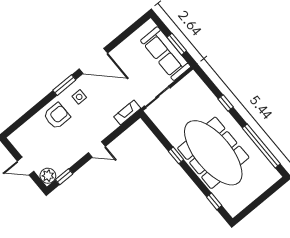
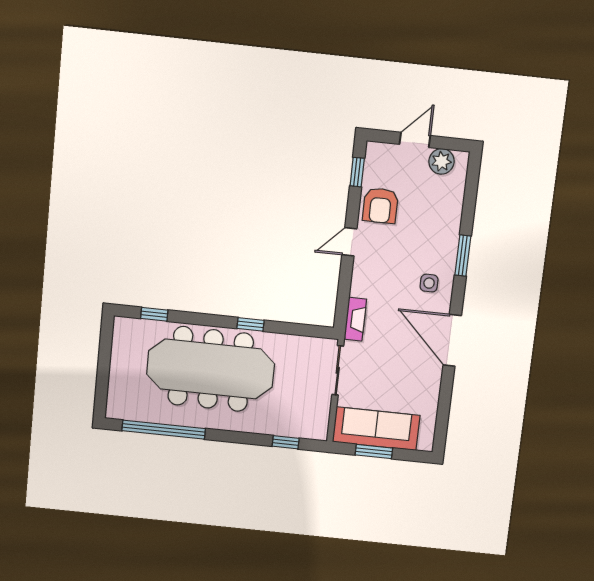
door: (93, 61) -> (452, 340), hinge flipped
window: (64, 85) -> (463, 256), moved
window: (226, 103) -> (286, 442), moved
armchair: (57, 116) -> (380, 206), moved
plant: (48, 176) -> (441, 161), moved

